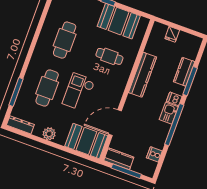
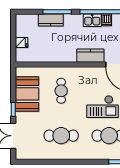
kitchen counter: (143, 75) -> (90, 56), moved, width x0.67
dishwasher: (174, 99) -> (107, 20), moved

